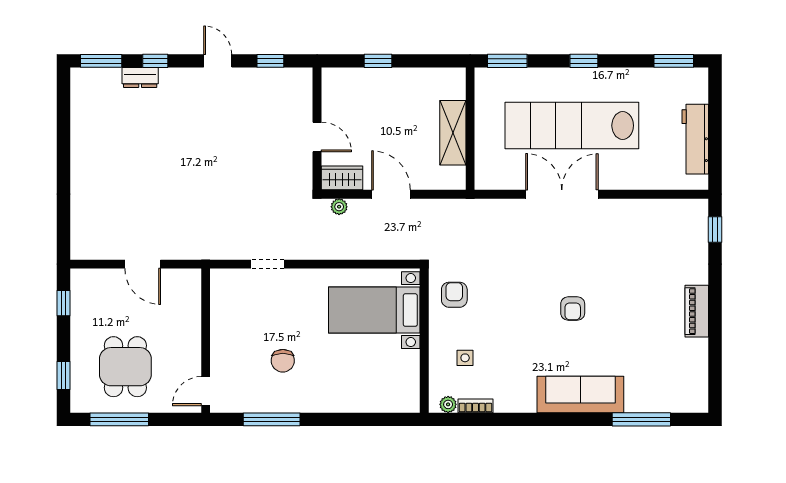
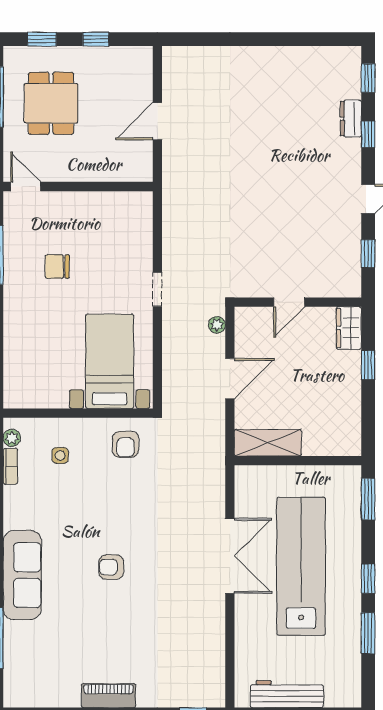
window: (101, 61) -> (368, 78), width x0.67
window: (674, 61) -> (368, 633), moved
shelving: (453, 133) -> (268, 443), moved
wardrobe: (342, 178) -> (349, 328), moved, turned 180
doorway: (267, 264) -> (157, 289), moved
armchair: (454, 295) -> (126, 444), turned 90
window: (64, 303) -> (96, 39), moved
dining table: (125, 367) -> (51, 103), turned 90

